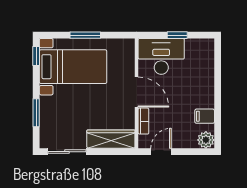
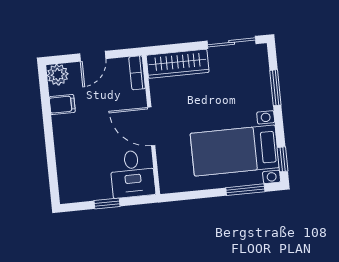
window: (85, 35) -> (245, 190), moved
desk: (161, 56) -> (133, 174), width x0.73
bookcase: (143, 121) -> (137, 73), moved
door: (161, 152) -> (93, 56), moved

